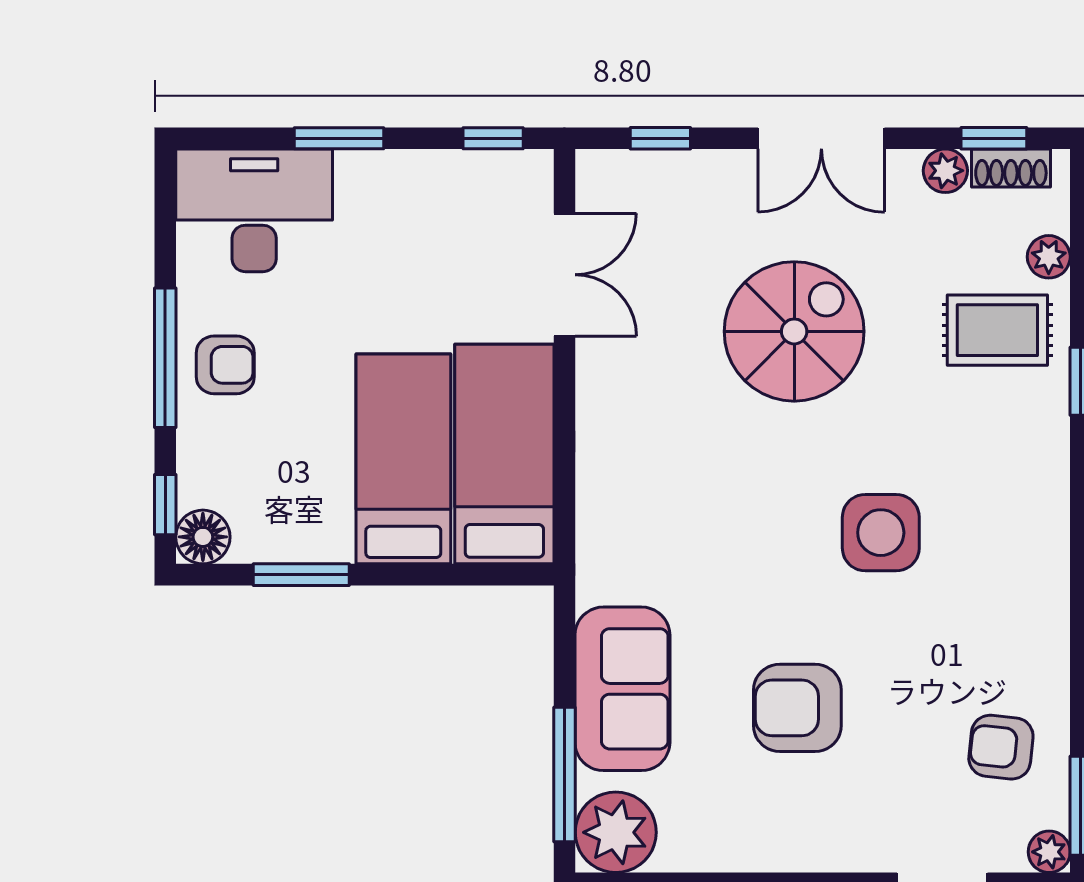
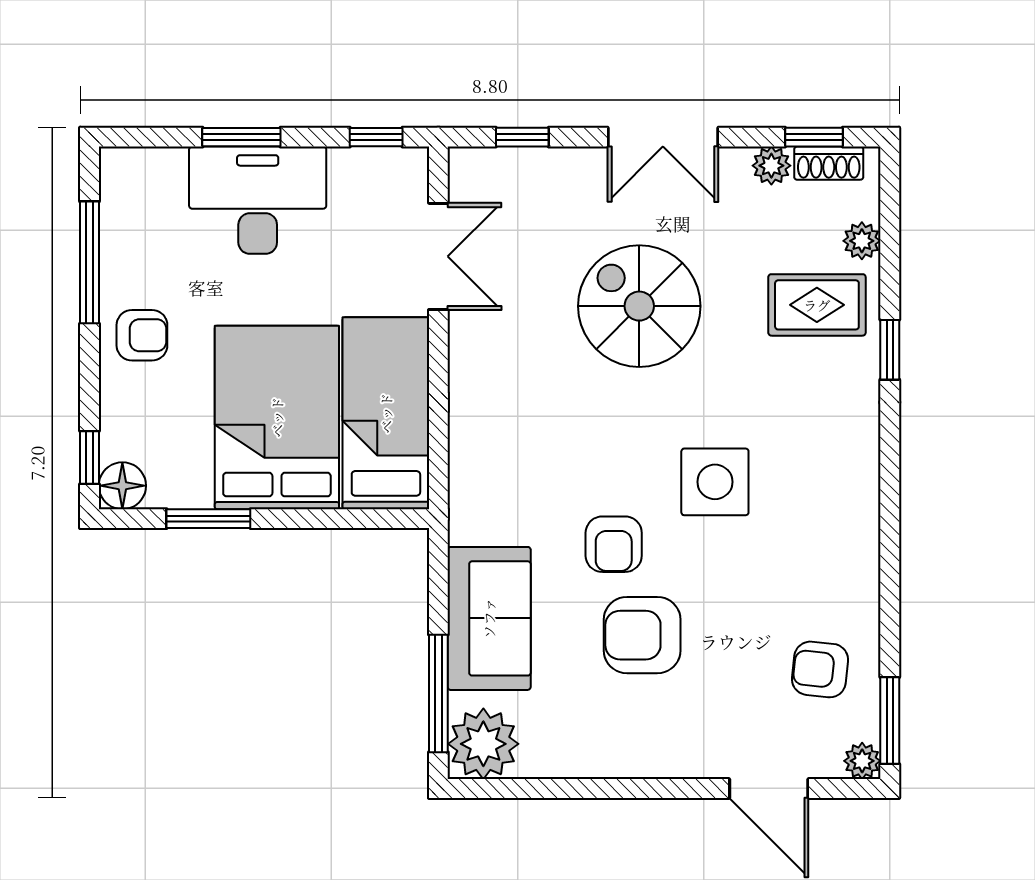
desk: (254, 210) -> (258, 200), moved
spiral stairs: (794, 331) -> (639, 306), turned -90
window: (165, 358) -> (89, 262), moved
bed: (403, 459) -> (277, 417), width x1.50
armchair: (765, 604) -> (614, 544), added

